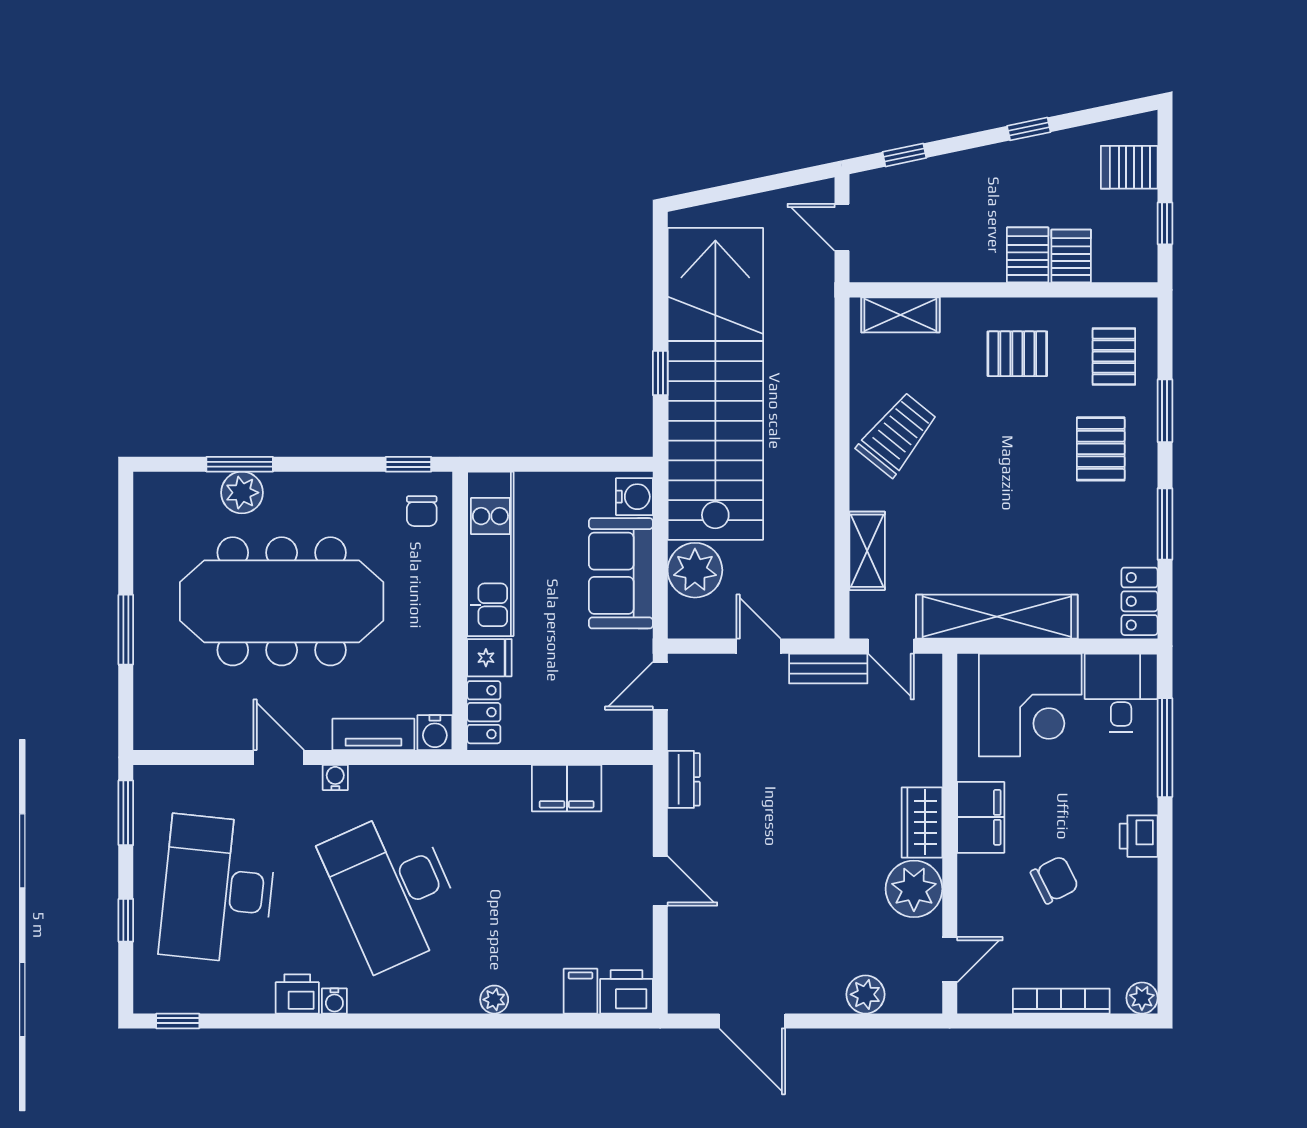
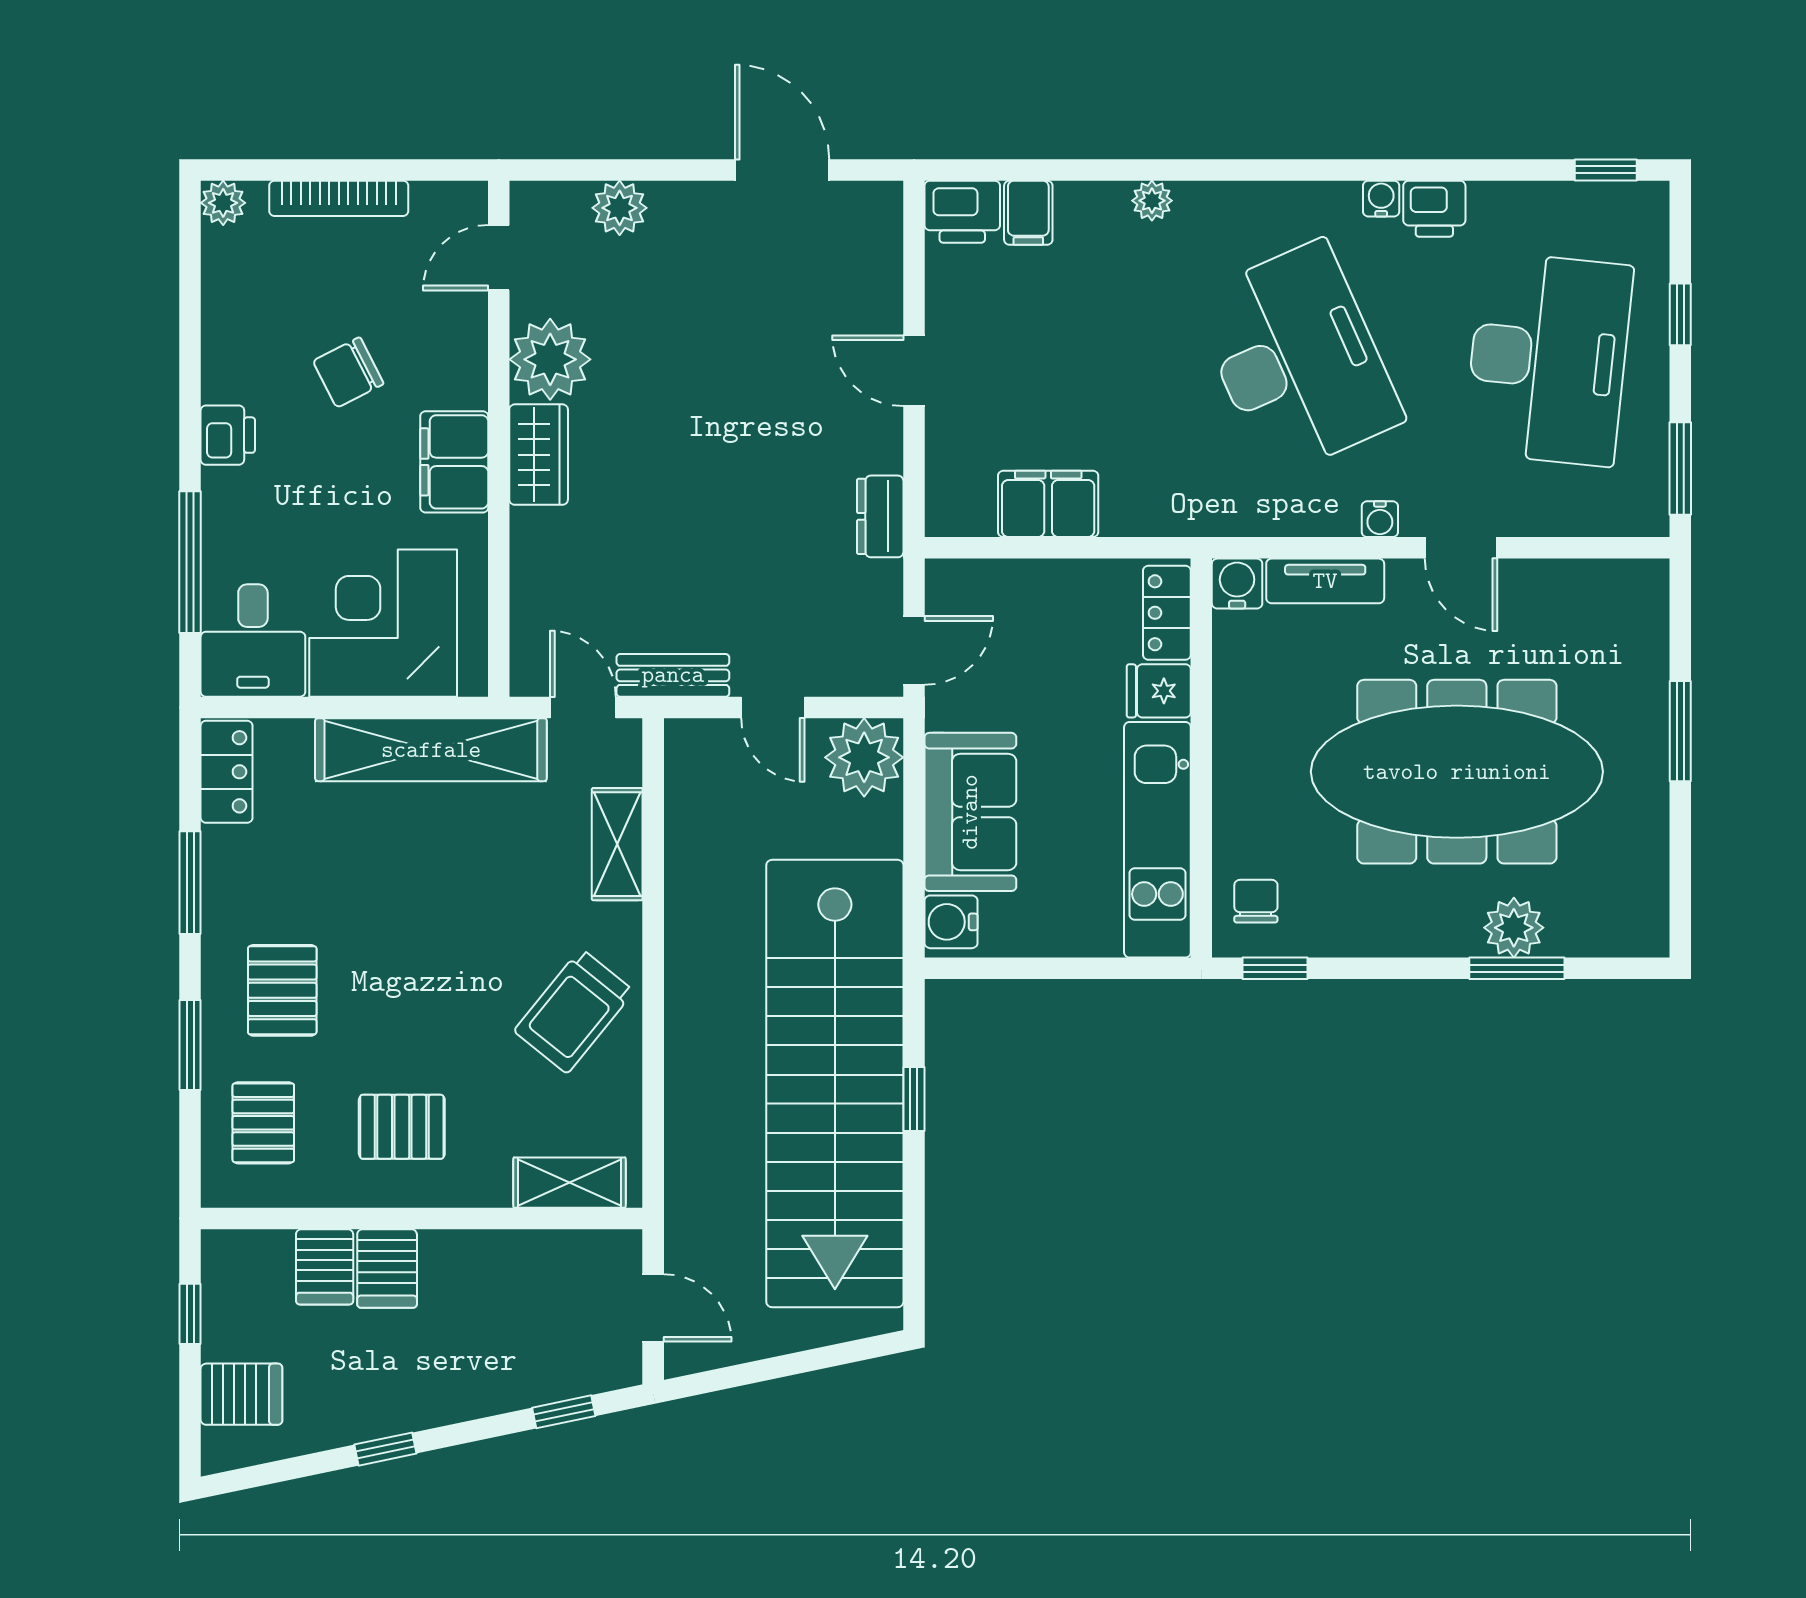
plant: (695, 570) -> (864, 757), moved

